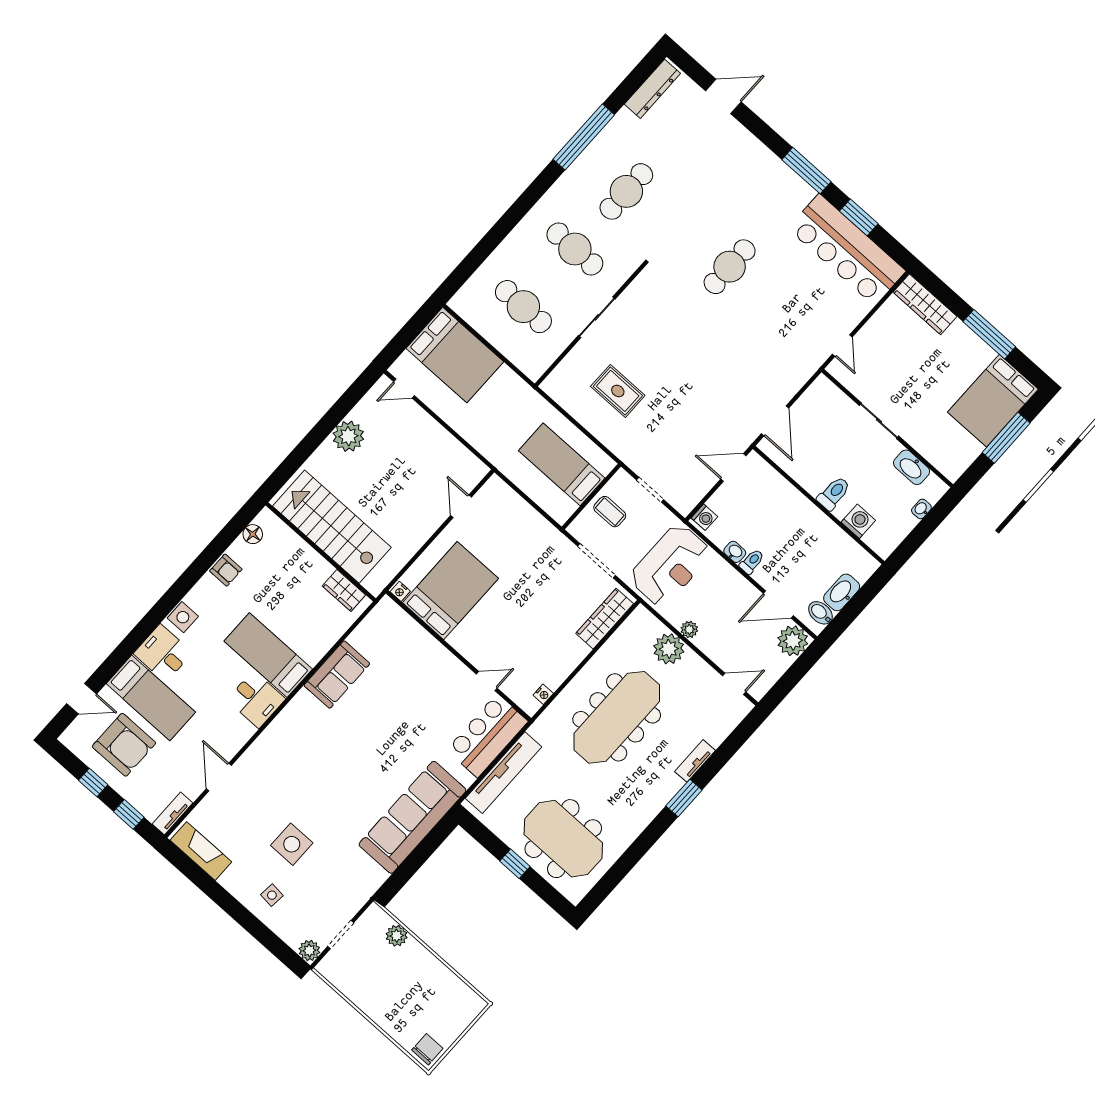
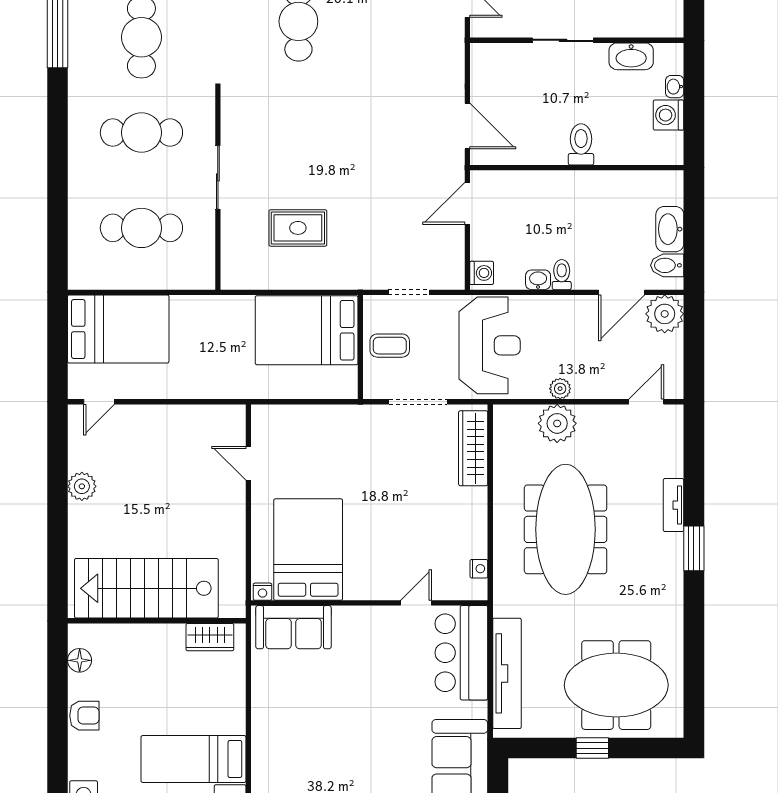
plant: (348, 436) -> (82, 486), width x0.73, depth x0.73
bed: (562, 464) -> (307, 330), width x1.50
washing machine: (858, 521) -> (669, 115), moved, turned -90
sofa: (337, 675) -> (293, 627), moved, turned 90

